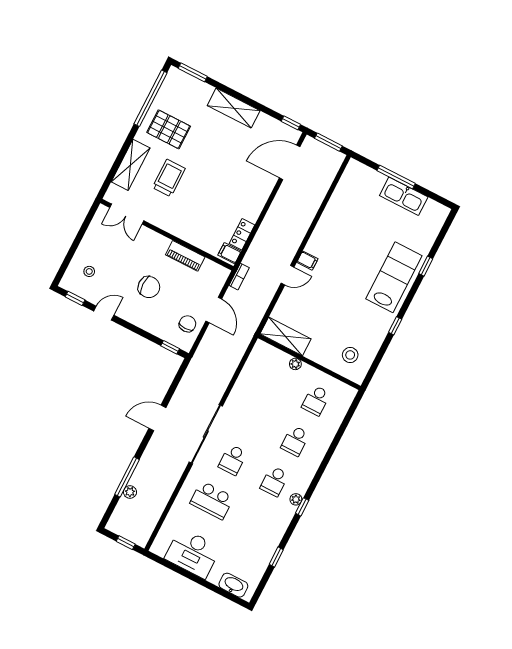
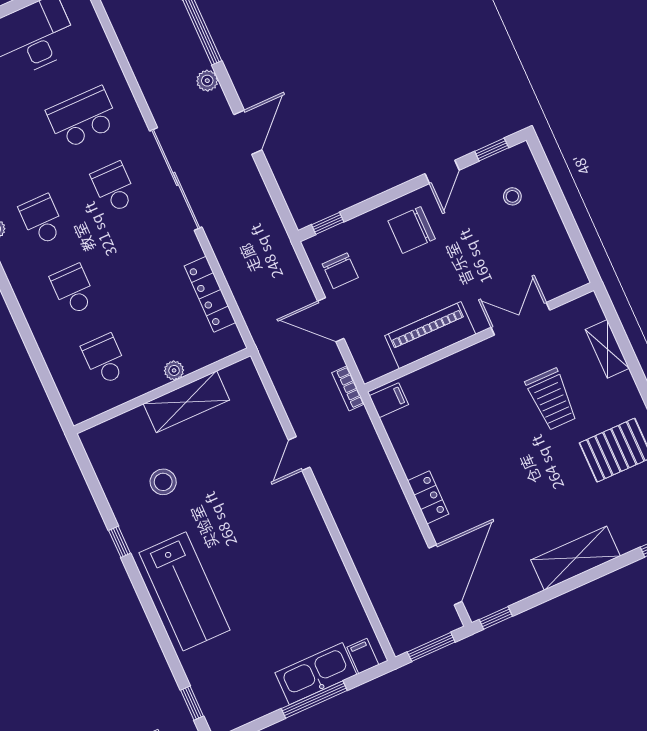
shelving: (131, 165) -> (607, 349), width x0.67, depth x0.75
kitchen sink: (404, 196) -> (316, 674), moved
double door: (127, 214) -> (520, 319), moved
locker: (242, 234) -> (428, 497), moved
piano: (185, 256) -> (430, 335), width x1.37, depth x1.33
filing cabinet: (307, 261) -> (363, 656), moved, turned 90
window: (426, 266) -> (192, 703), moved
chair: (149, 287) -> (412, 230), moved
shelving: (285, 336) -> (186, 402), moved
stool: (350, 355) -> (163, 482), moved
locker: (247, 375) -> (210, 294), added
plant: (130, 492) -> (207, 81), moved

